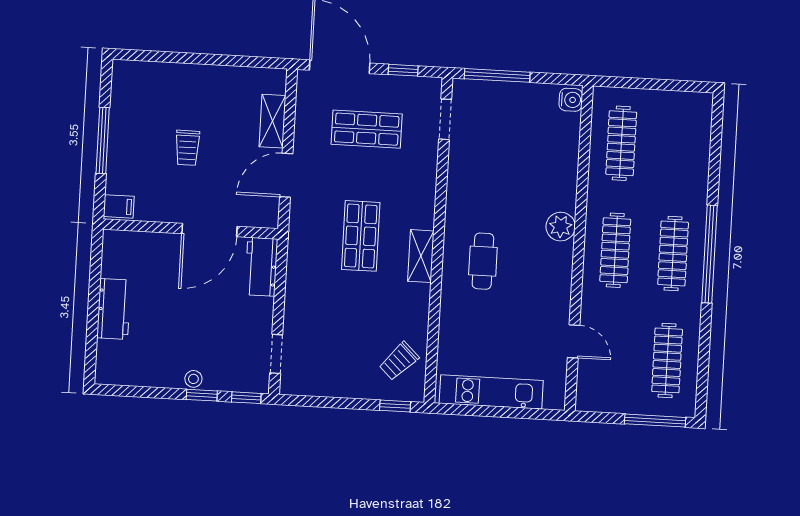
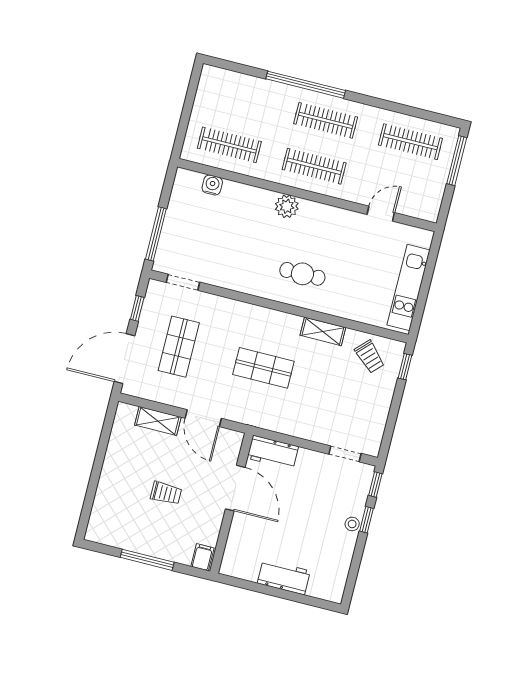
water cooler: (571, 100) -> (212, 185), moved
window: (710, 254) -> (306, 85), moved
shelving: (421, 256) -> (323, 331), moved

